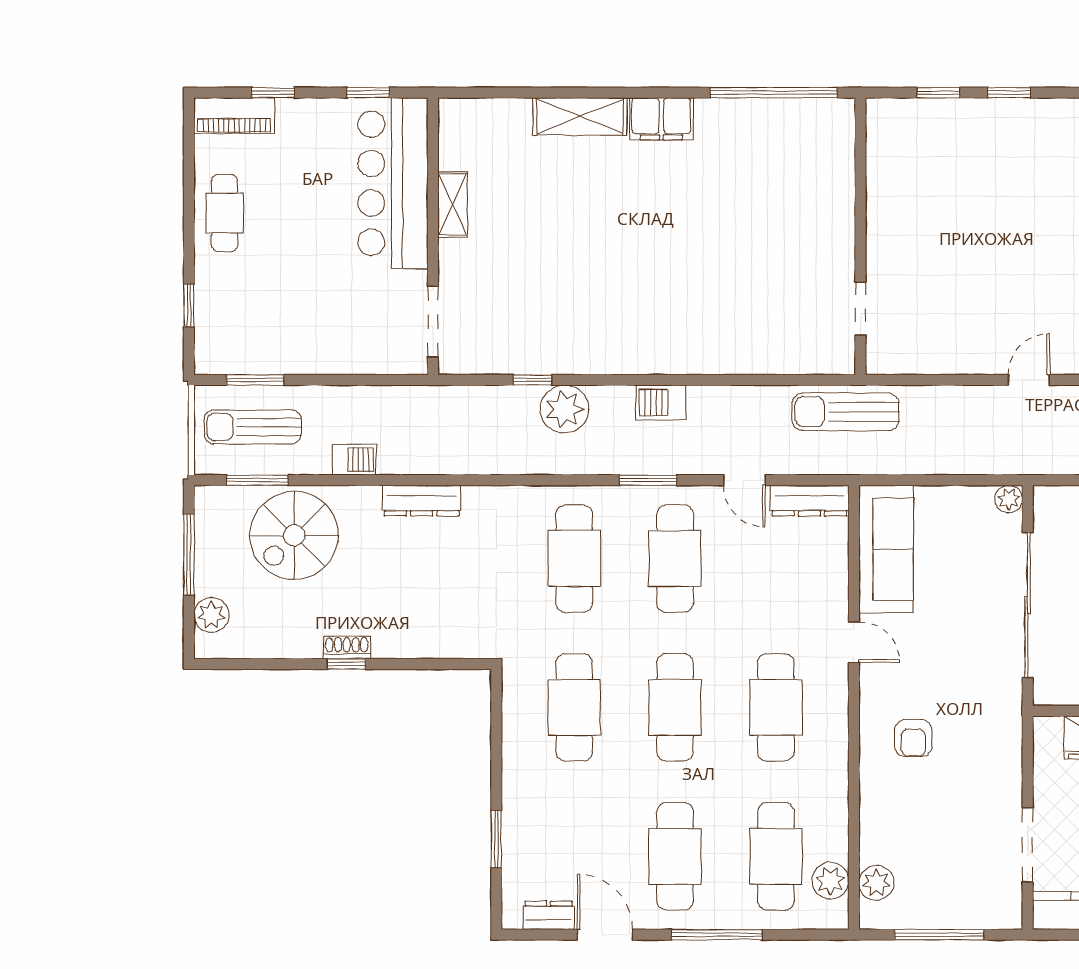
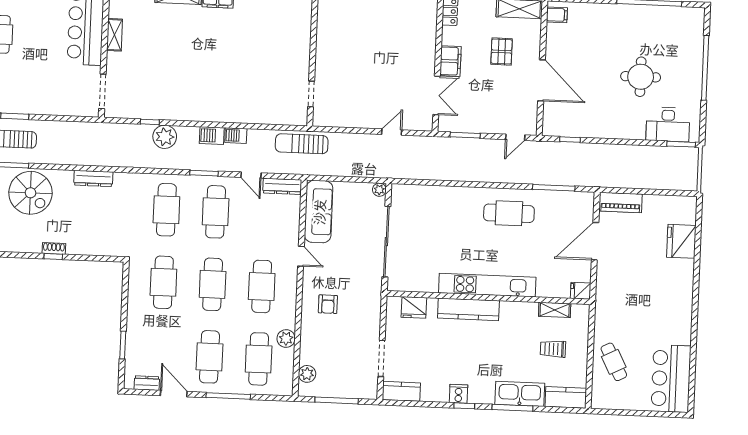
barbecue: (354, 460) -> (236, 136), moved, turned 180
spiral stairs: (294, 535) -> (30, 193), turned -90
plant: (830, 881) -> (286, 339), moved

